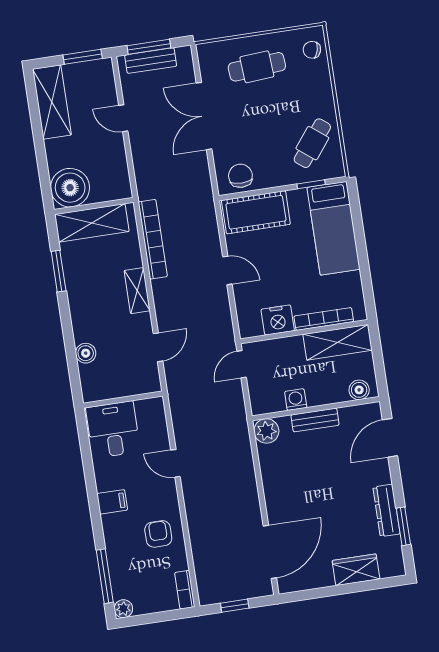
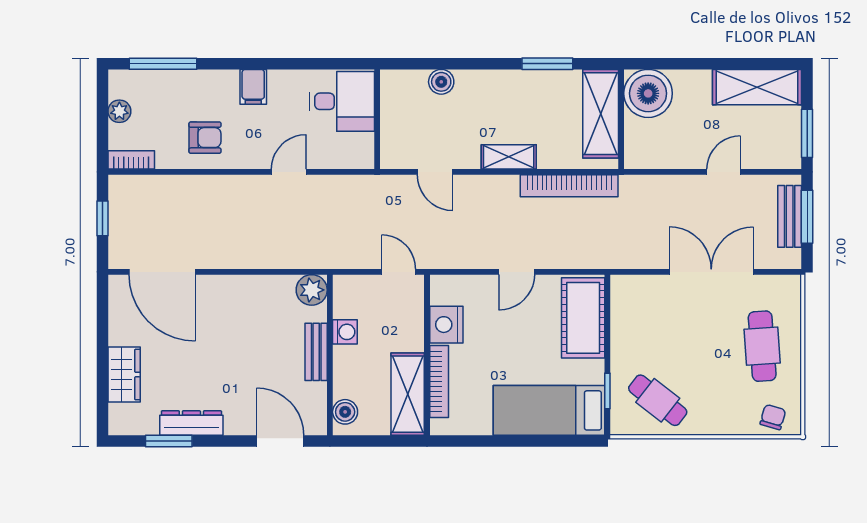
chair: (240, 176) -> (631, 306), removed
plant: (123, 609) -> (119, 111), moved

